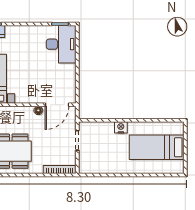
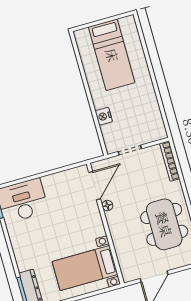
door: (57, 105) -> (95, 186), hinge flipped
nightstand: (121, 127) -> (104, 116), moved

